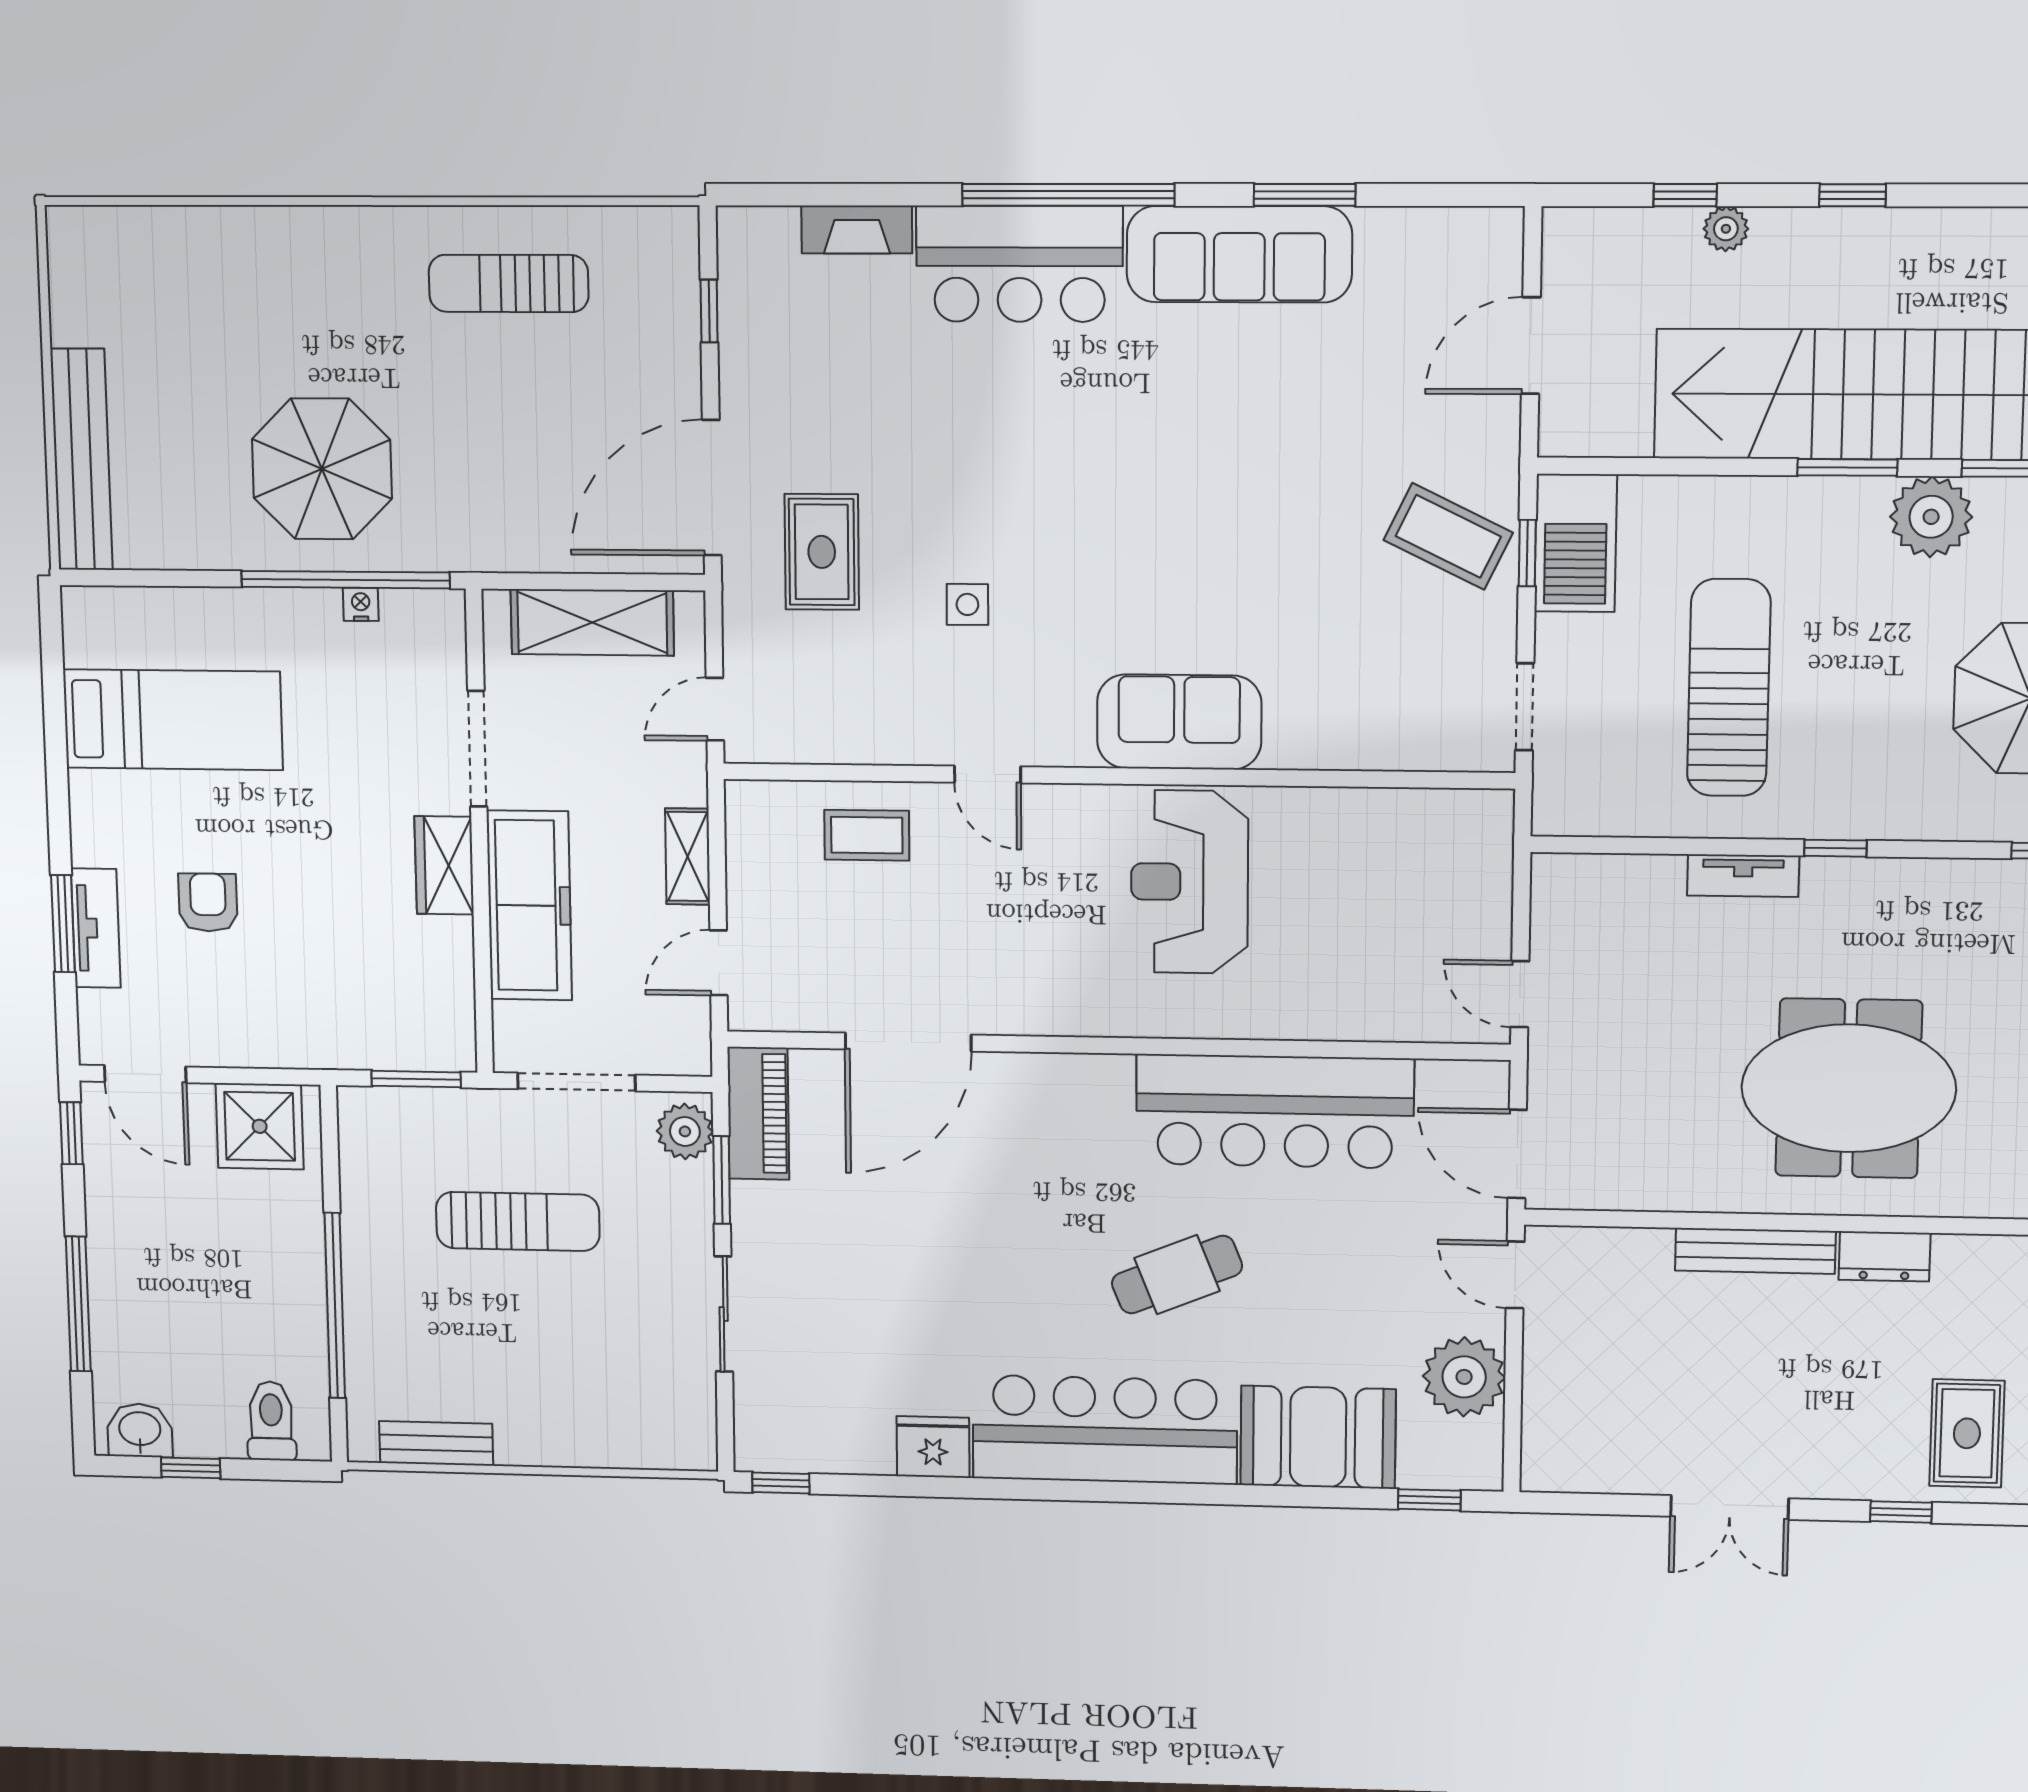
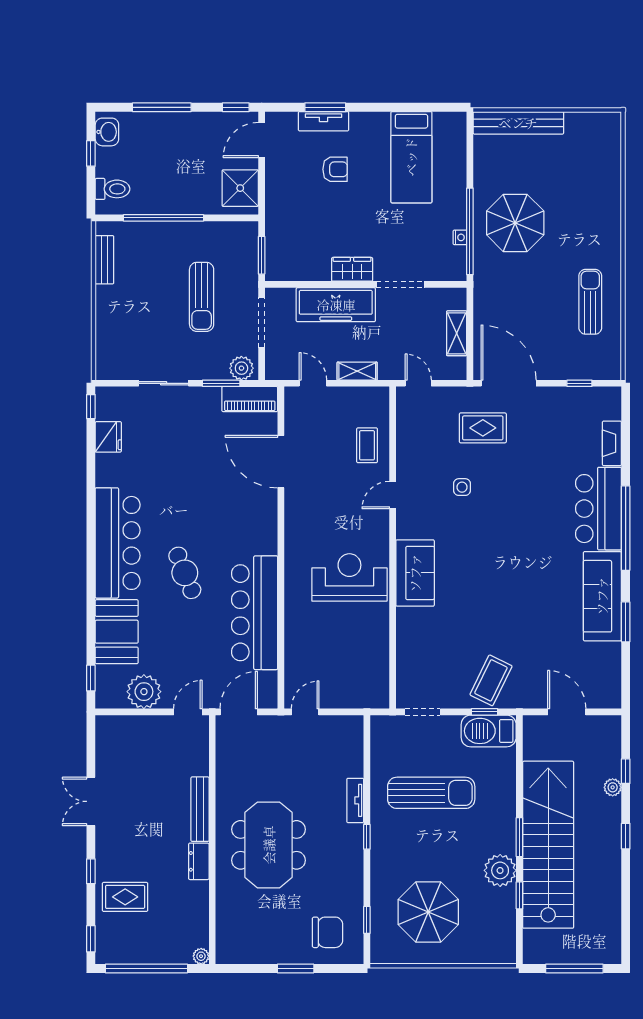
shelving: (592, 622) -> (457, 333), width x0.67, depth x0.75
fridge: (933, 1447) -> (108, 437), moved

